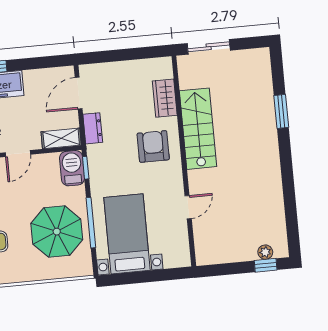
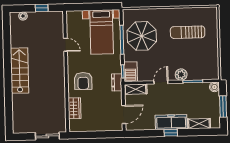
window: (281, 111) -> (8, 96), removed
dresser: (93, 128) -> (117, 82), moved
stairs: (198, 129) -> (20, 71), moved, turned 180
door: (188, 207) -> (65, 45), swing flipped
window: (266, 265) -> (42, 8), moved

